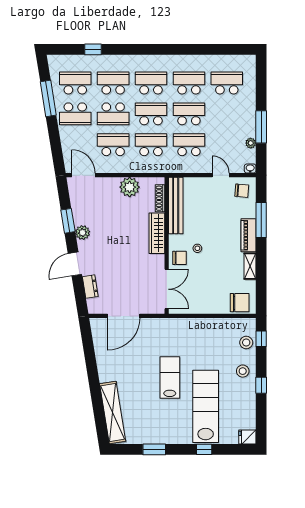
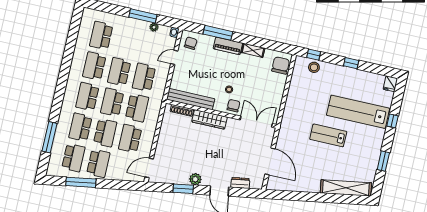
window: (93, 49) -> (49, 137), width x2.17
school desk: (75, 83) -> (73, 158), turned 180
school desk: (151, 145) -> (137, 108), turned 180
plant: (130, 187) -> (167, 133), removed
stool: (243, 371) -> (336, 75), removed

